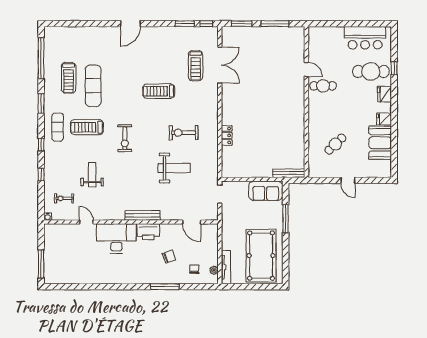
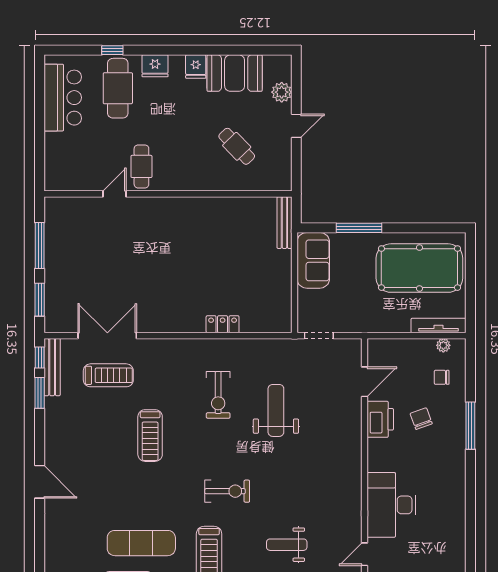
plant: (368, 171) -> (282, 92), added
bench: (142, 215) -> (52, 367), moved
printer: (148, 232) -> (380, 419), moved

